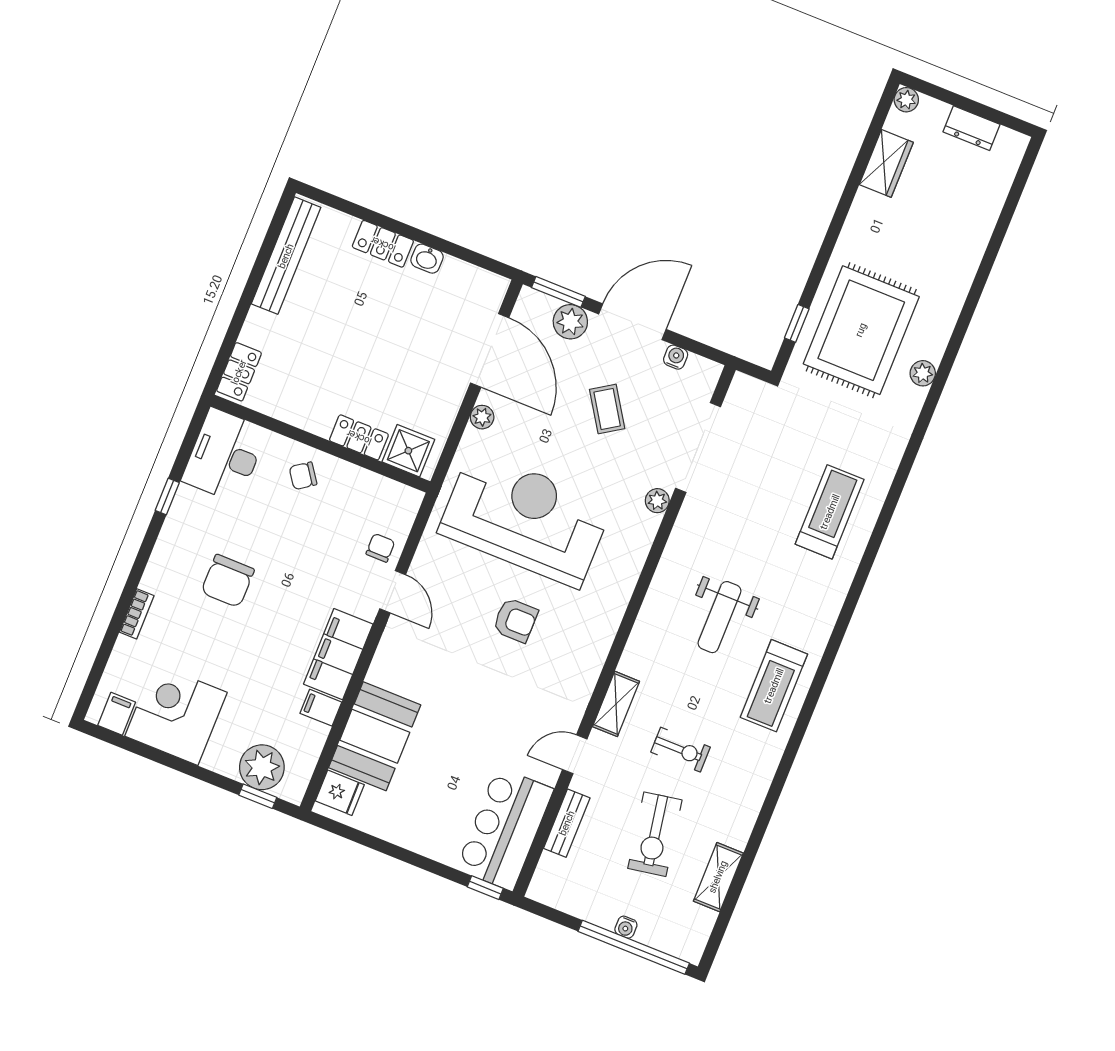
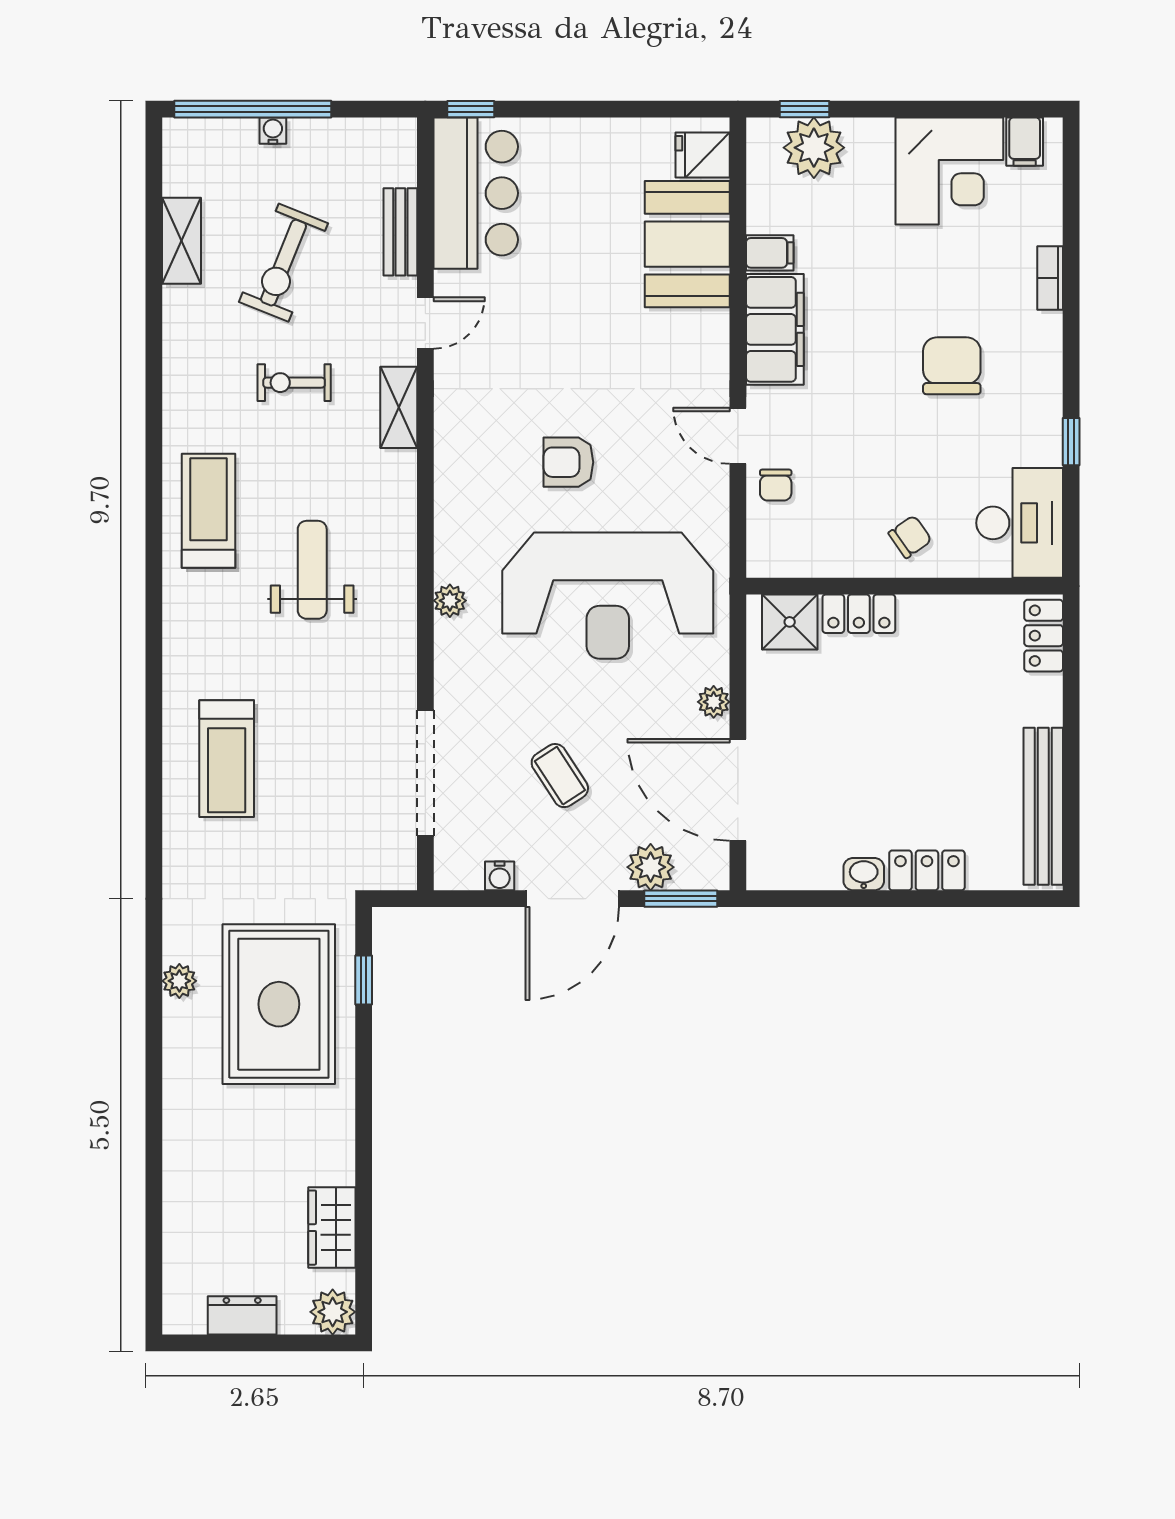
plant: (906, 100) -> (333, 1312), width x1.38, depth x1.38
plant: (657, 501) -> (450, 601), moved
exercise bike: (655, 834) -> (284, 263), turned -148

